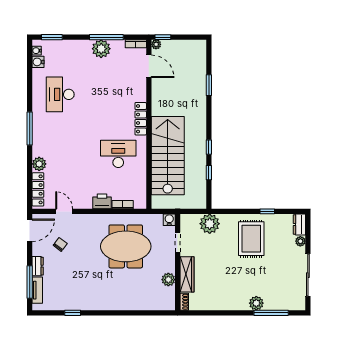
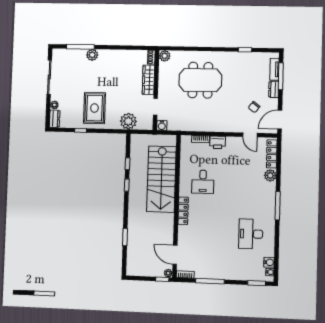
plant: (101, 49) -> (215, 271), removed
desk: (60, 94) -> (251, 234), turned 180
desk: (118, 154) -> (203, 182), width x0.73
meeting table: (126, 246) -> (200, 80), moved
plant: (168, 280) -> (165, 56), moved

